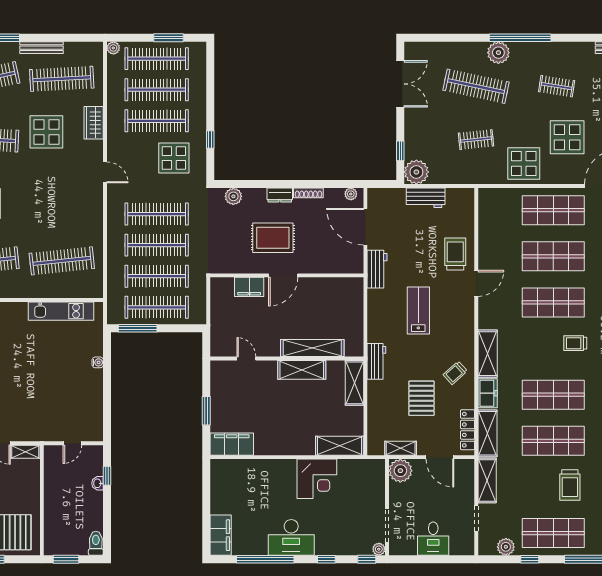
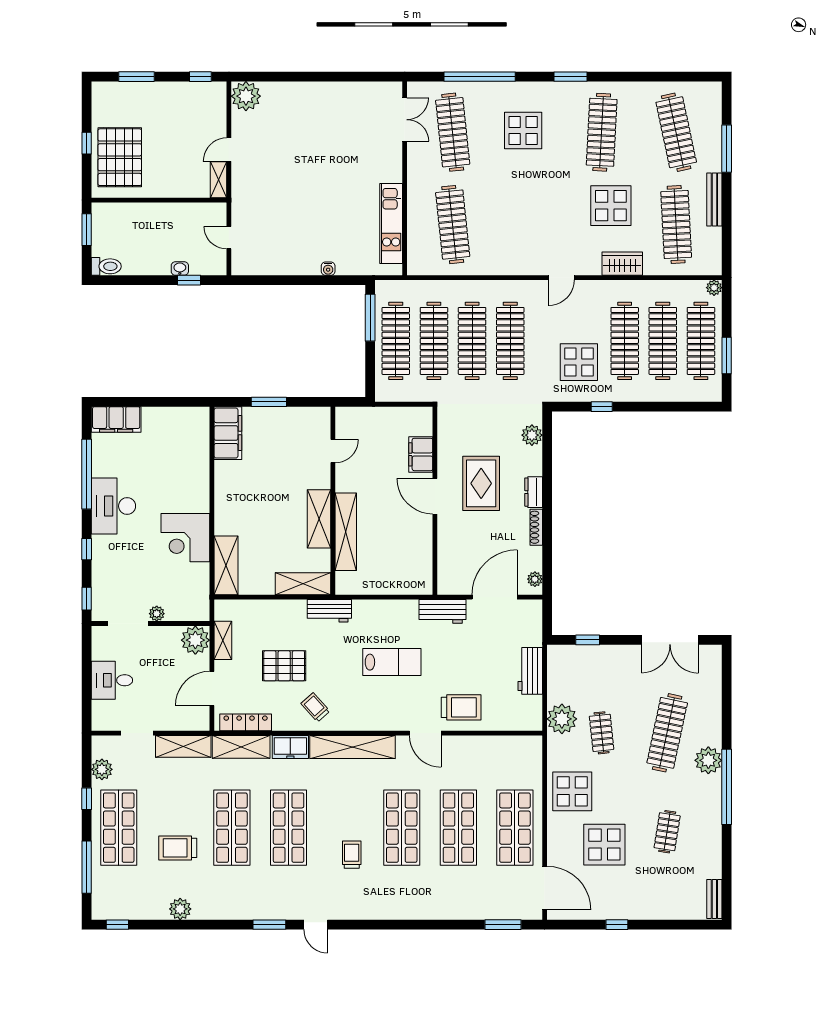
plant: (416, 172) -> (562, 719), moved
shelving: (488, 354) -> (352, 747), width x1.47
plant: (379, 549) -> (157, 614), moved

